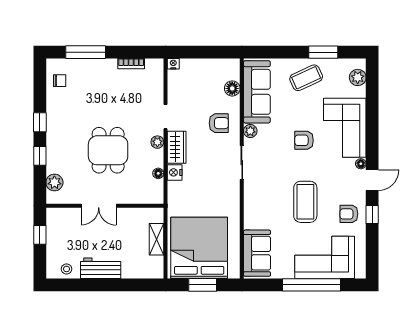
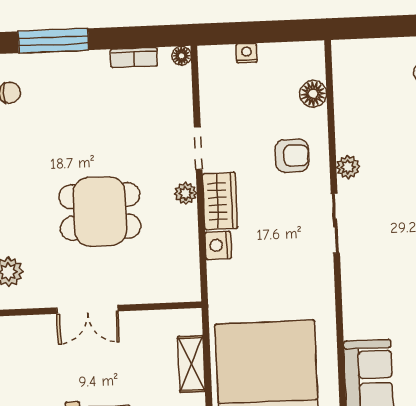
nightstand: (173, 64) -> (247, 53), moved
sofa: (257, 92) -> (357, 98), removed
dining table: (108, 150) -> (100, 211), turned 90
floor lamp: (158, 173) -> (182, 56), moved

